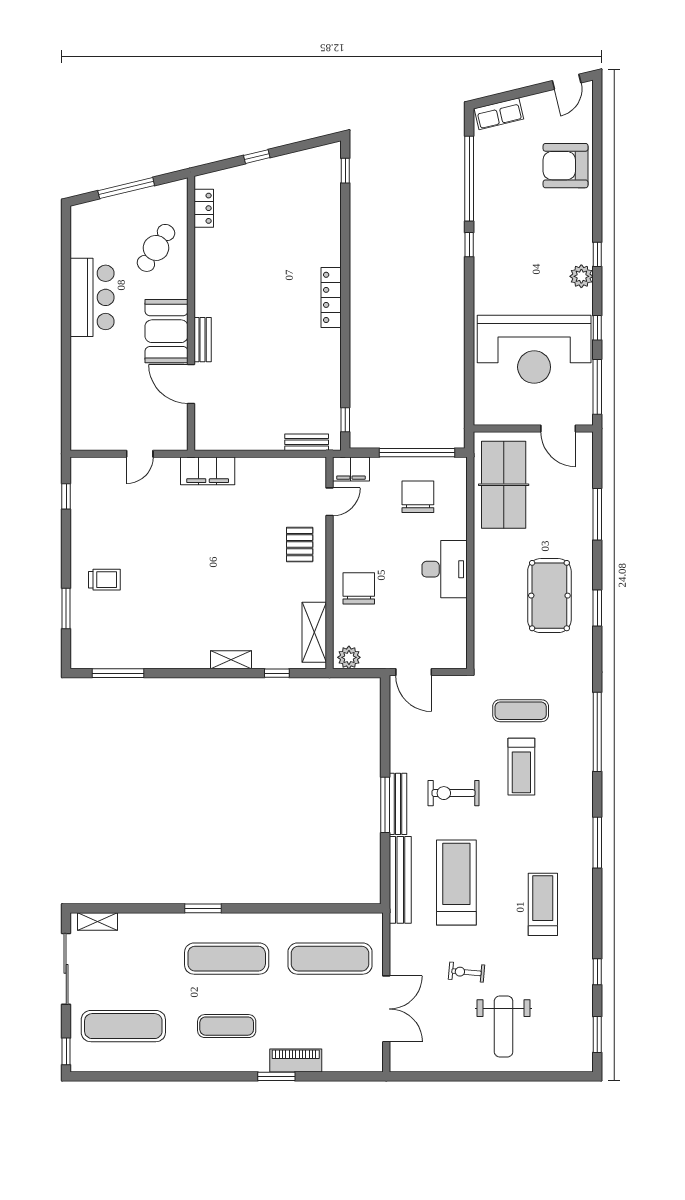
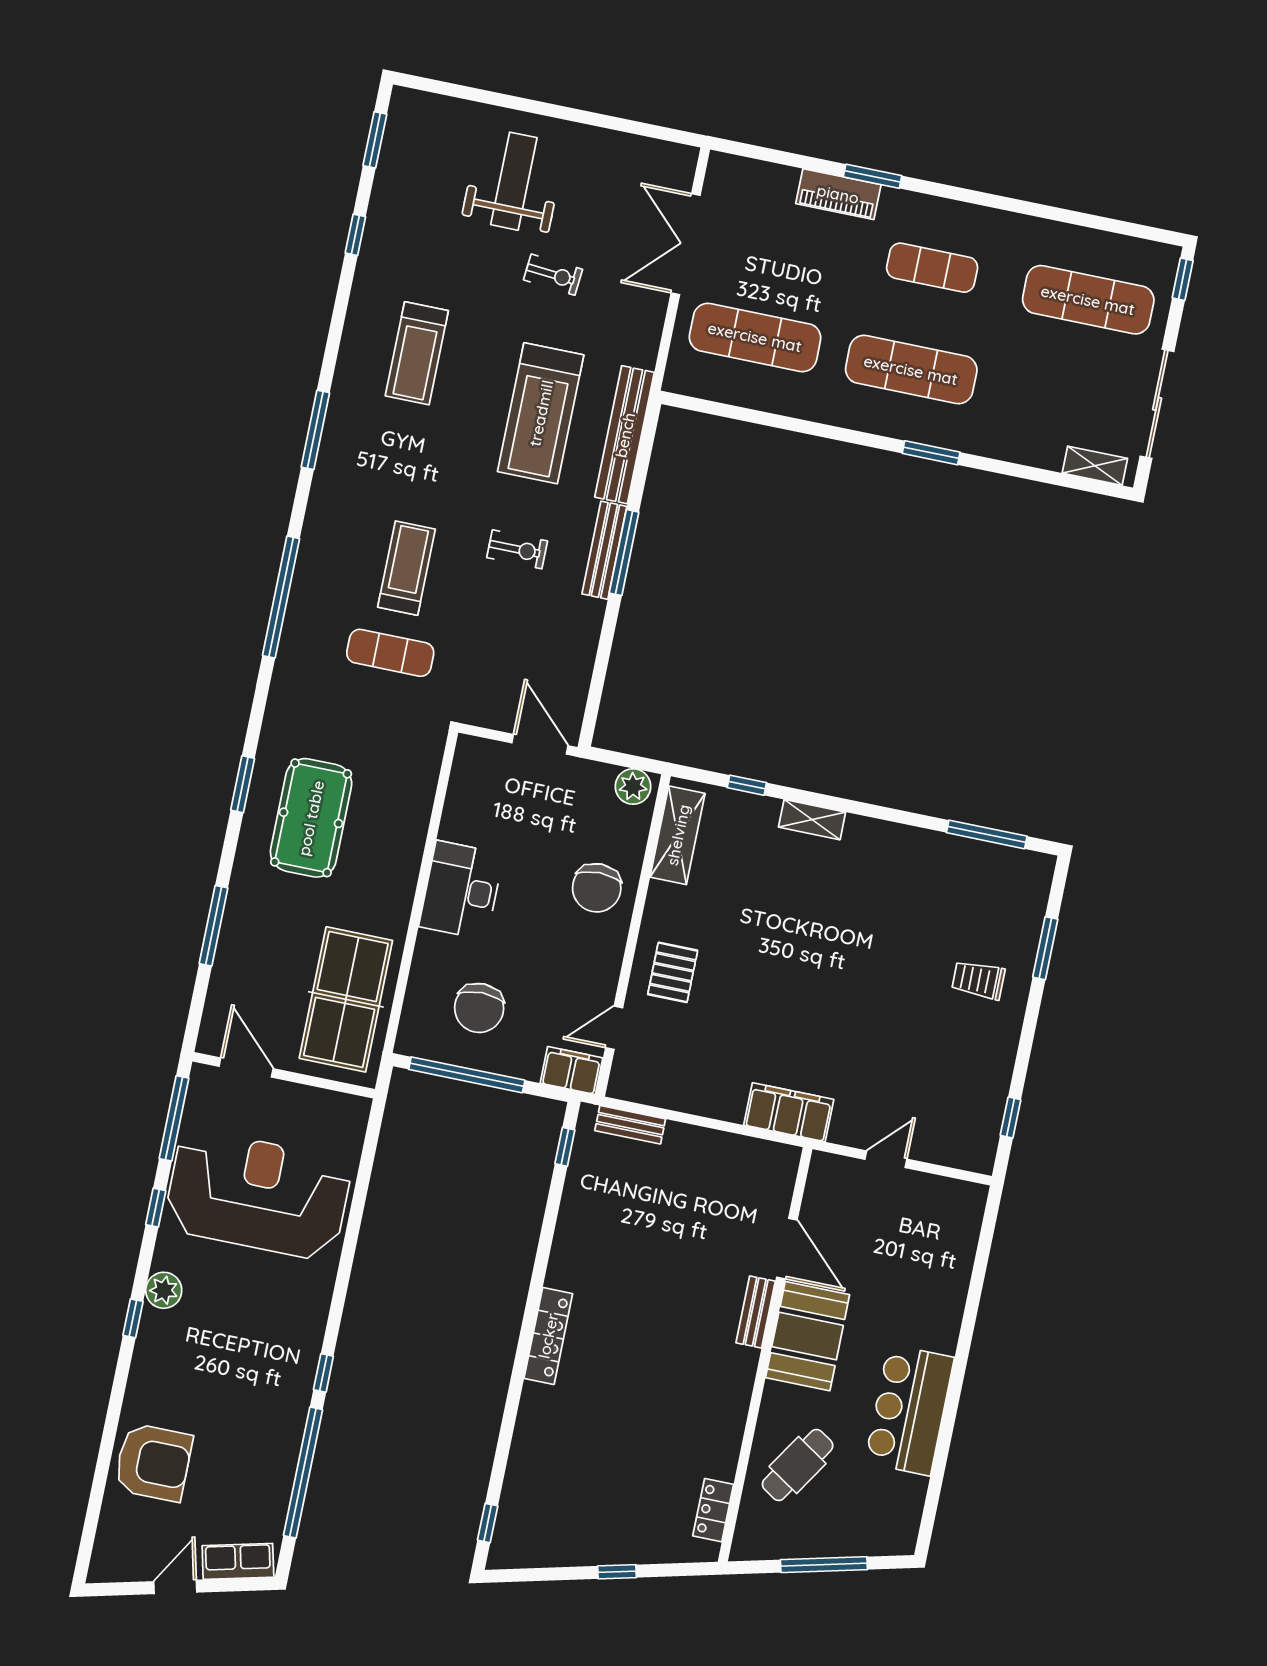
door: (567, 82) -> (175, 1587), moved
exercise bike: (453, 793) -> (517, 549), width x0.73, depth x0.72

